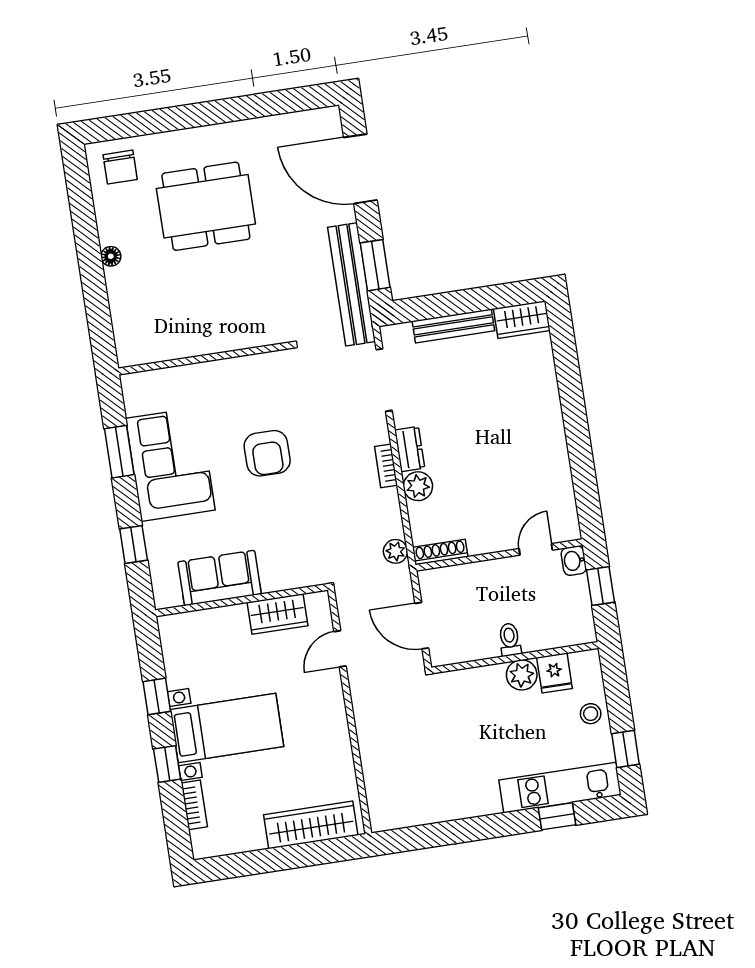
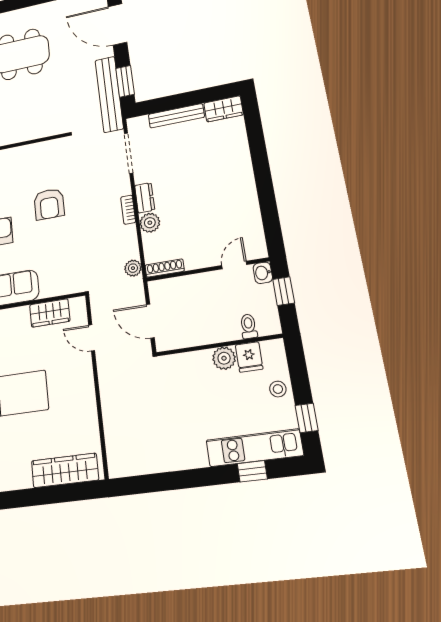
toilet: (510, 640) -> (249, 326), moved
door: (340, 649) -> (92, 338), hinge flipped

